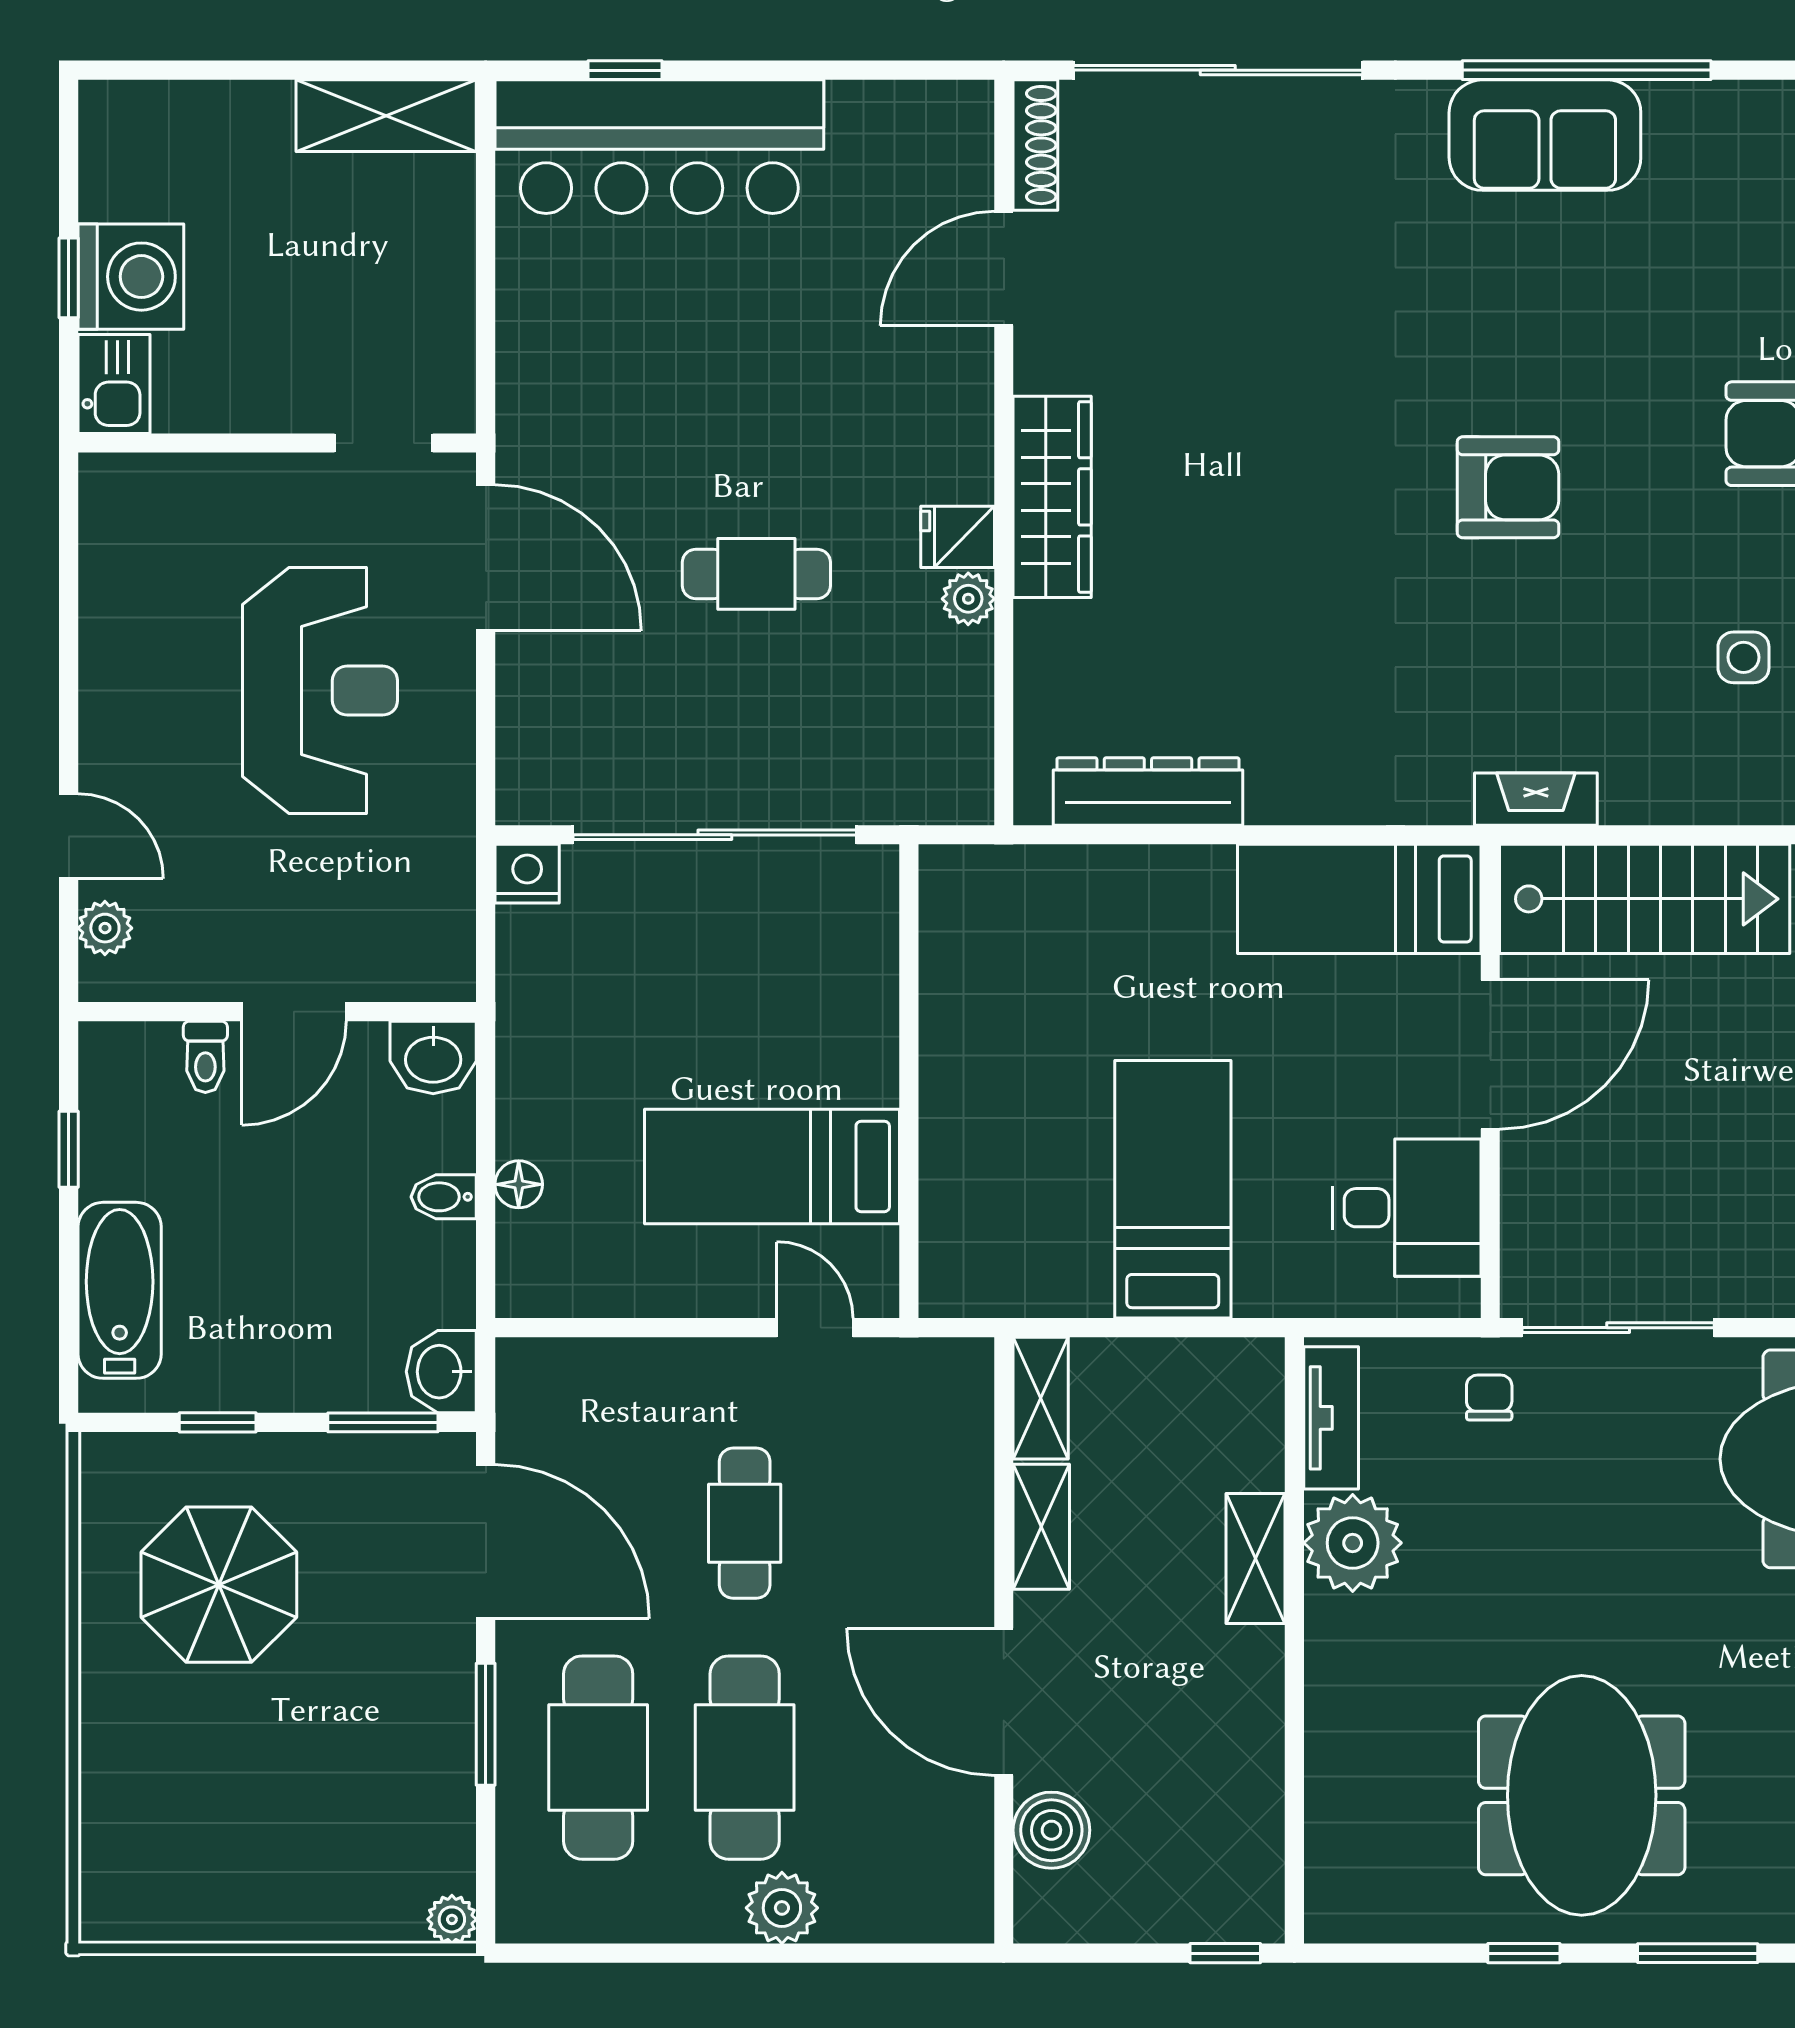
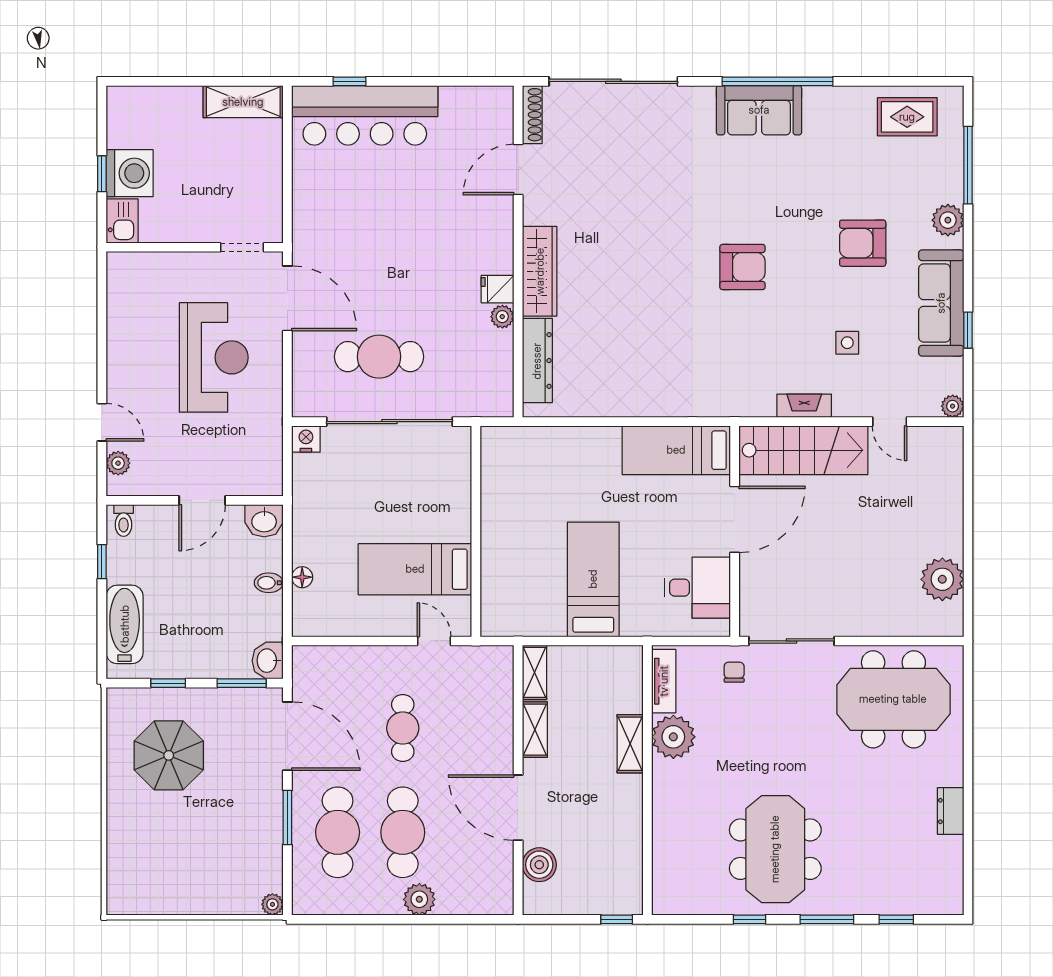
cafe table: (756, 574) -> (379, 357), moved, width x1.37, depth x1.35
dresser: (1148, 791) -> (537, 361), moved, turned 90
fireplace: (1536, 799) -> (804, 406), moved
toilet: (205, 1057) -> (124, 520), moved

